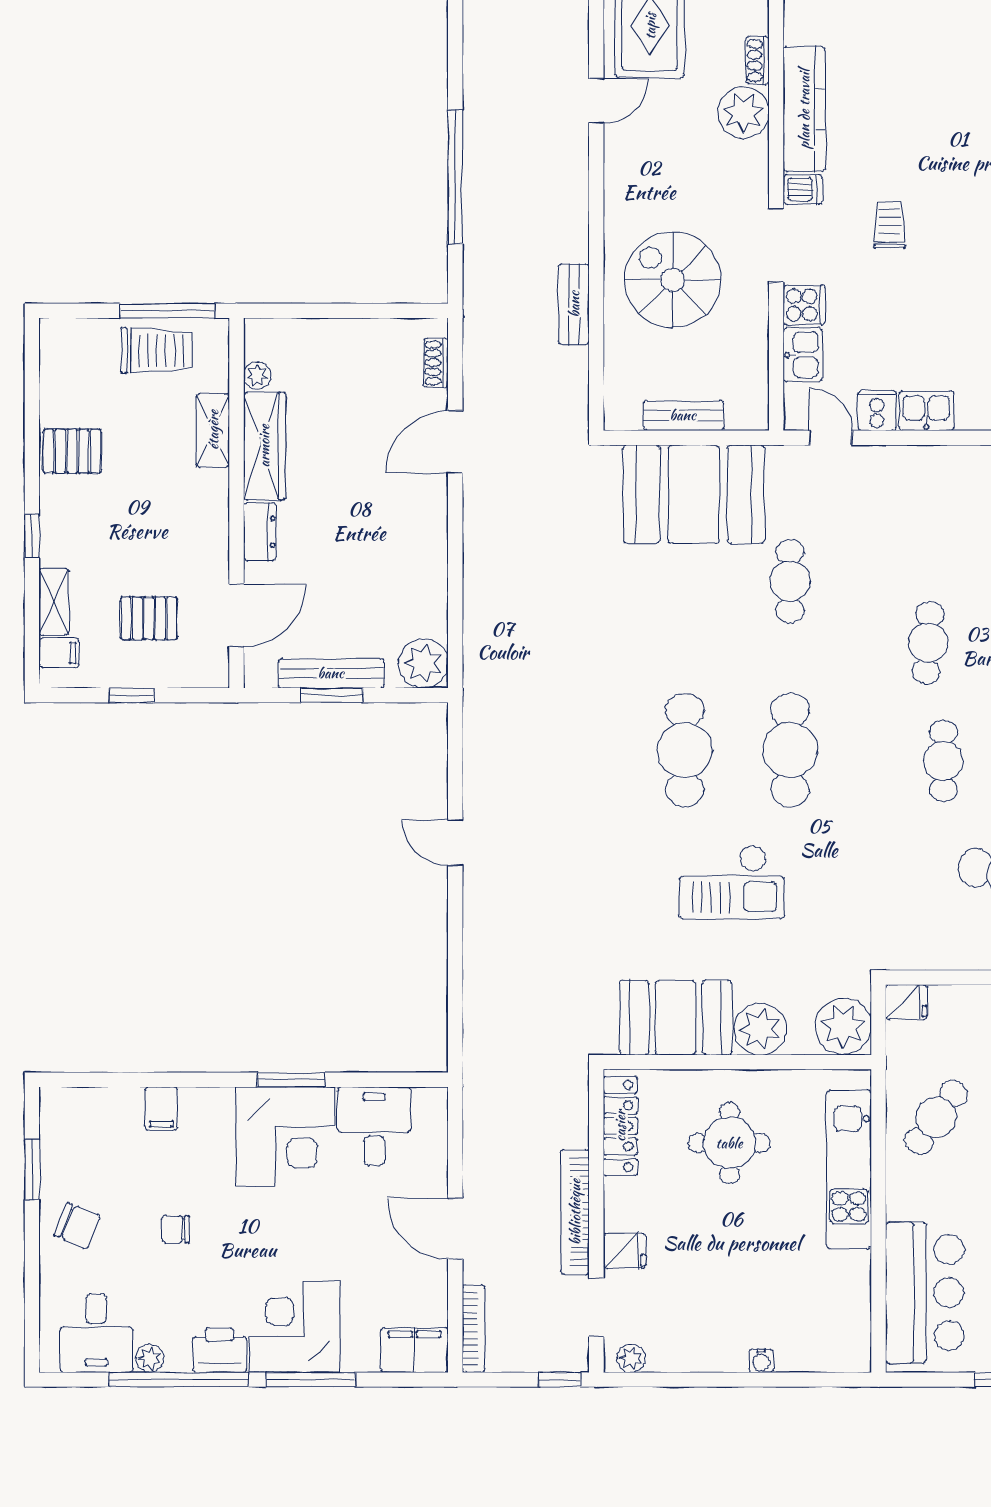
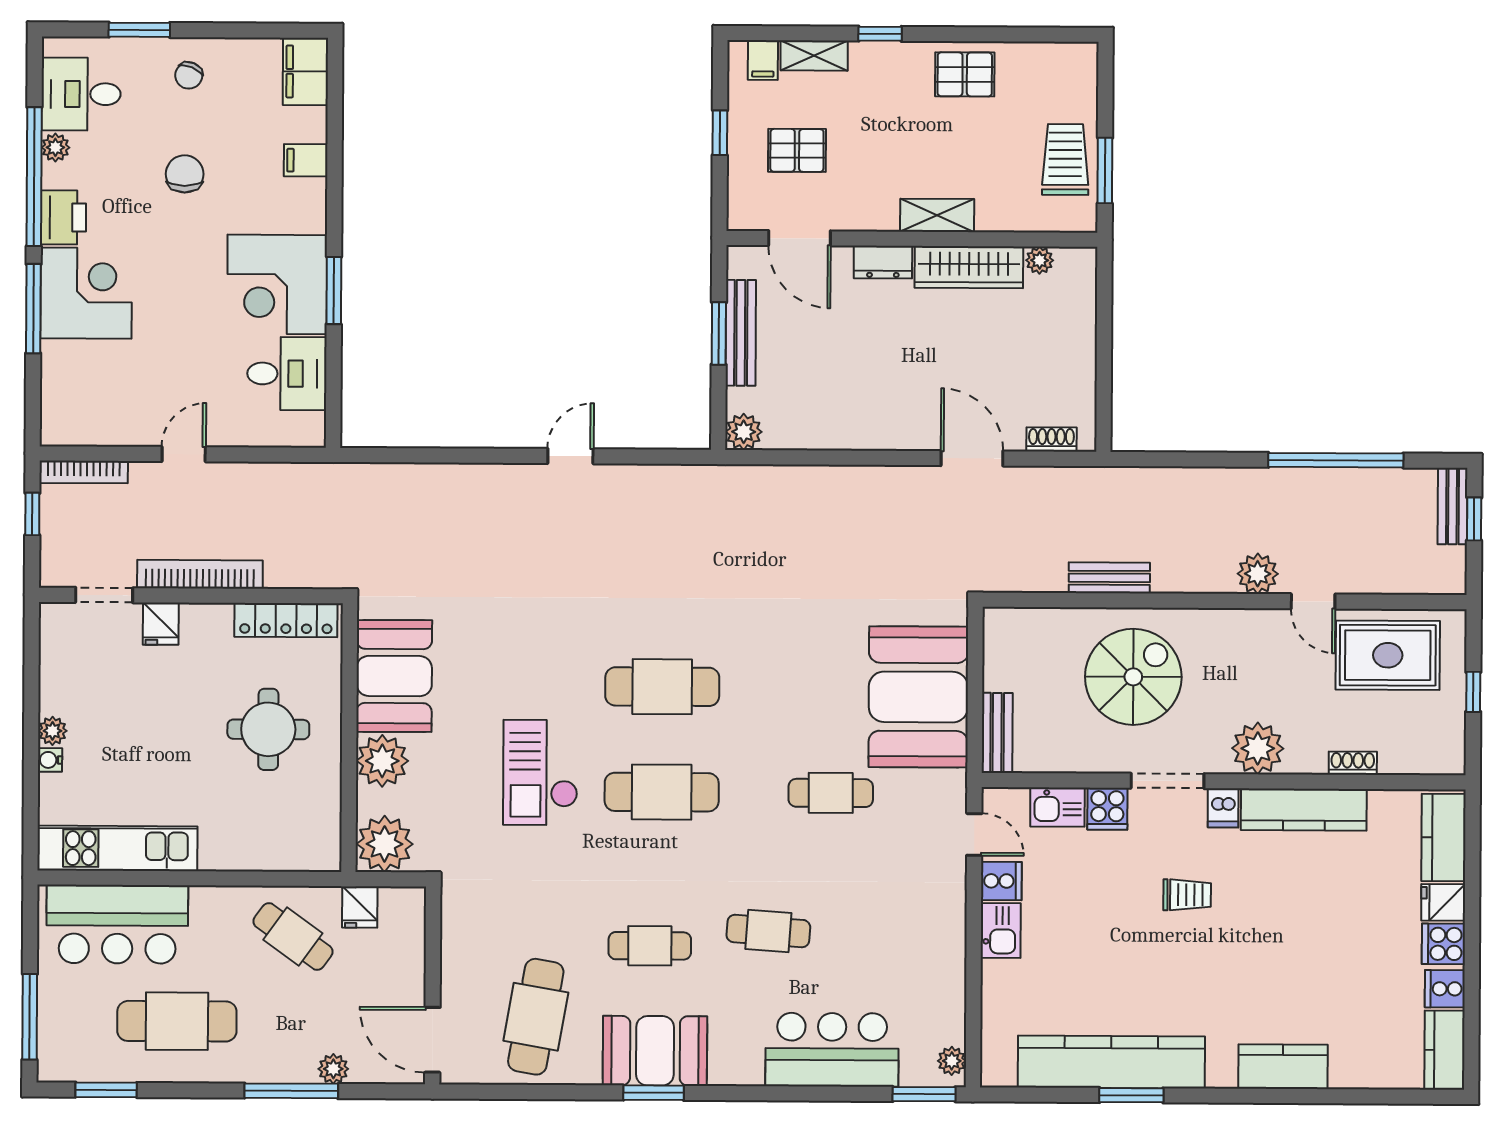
plant: (743, 113) -> (1258, 748), moved
plant: (569, 156) -> (1258, 574), added
window: (455, 177) -> (1336, 460), moved
window: (167, 311) -> (1105, 170), width x0.69
trolley: (156, 350) -> (1065, 159), turned 180
bench: (683, 415) -> (997, 733), moved
shelving: (213, 430) -> (937, 215), moved
door: (831, 438) -> (974, 834), hinge flipped
pallet: (72, 451) -> (965, 74), turned 90
pallet: (149, 618) -> (797, 150), turned 90
plant: (423, 663) -> (744, 432), width x0.73, depth x0.73
checkout: (732, 882) -> (540, 772), moved
fridge: (906, 1002) -> (360, 907), moved
window: (32, 1170) -> (139, 30), moved
kitchen unit: (849, 1170) -> (117, 848), moved
chair: (77, 1226) -> (189, 75), width x0.73, depth x0.73
chair: (176, 1229) -> (185, 174), width x1.37, depth x1.37
door: (455, 1229) -> (184, 454), width x0.73
filing cabinet: (414, 1350) -> (305, 72), moved, turned 180
plant: (631, 1358) -> (53, 731), moved
window: (560, 1380) -> (32, 514), moved

